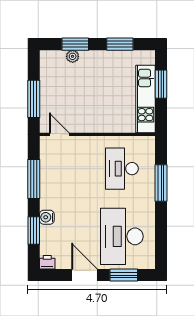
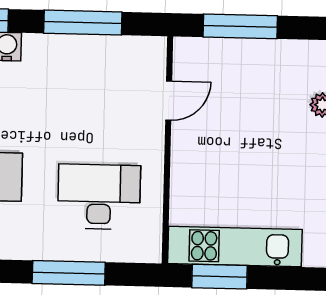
window: (161, 84) -> (219, 277), moved
door: (59, 134) -> (169, 101), moved

